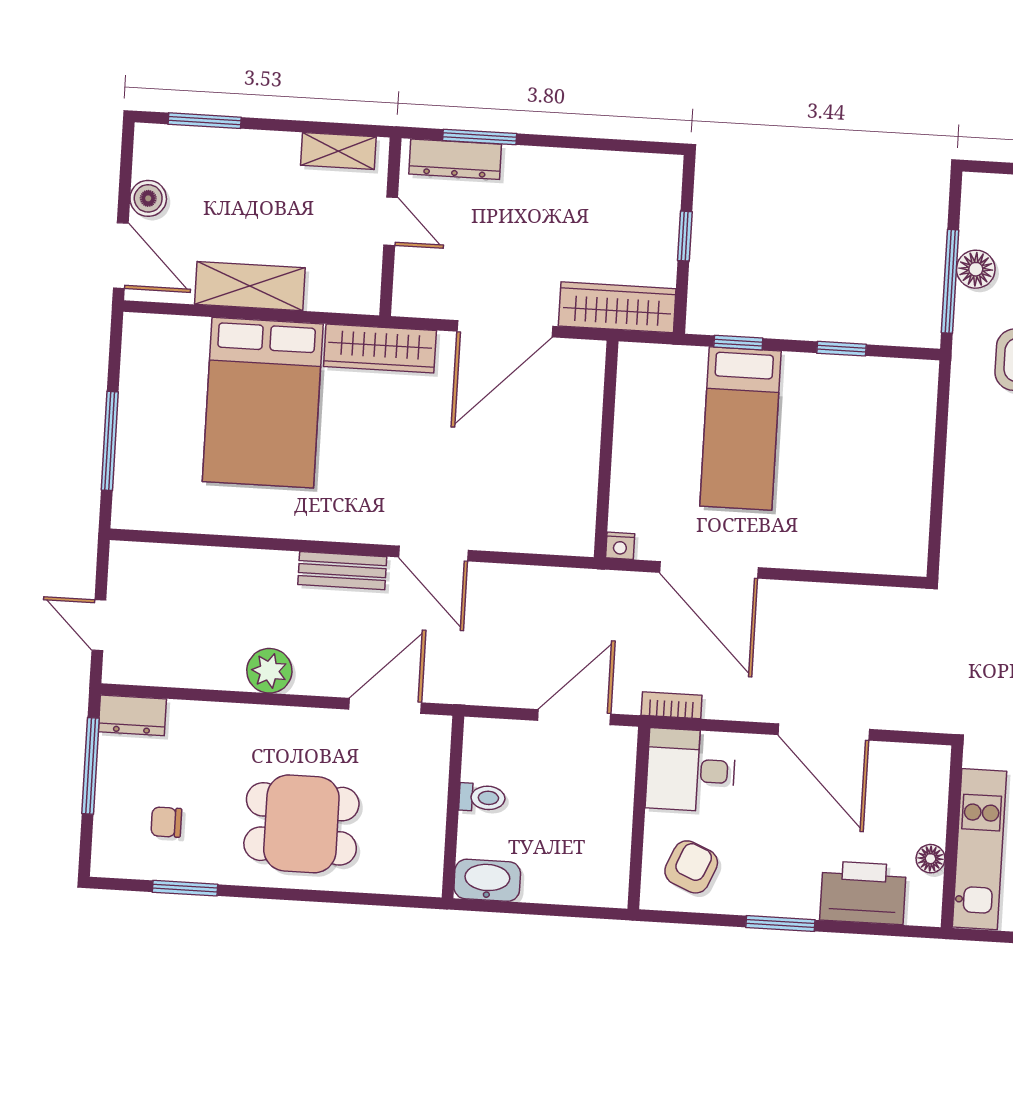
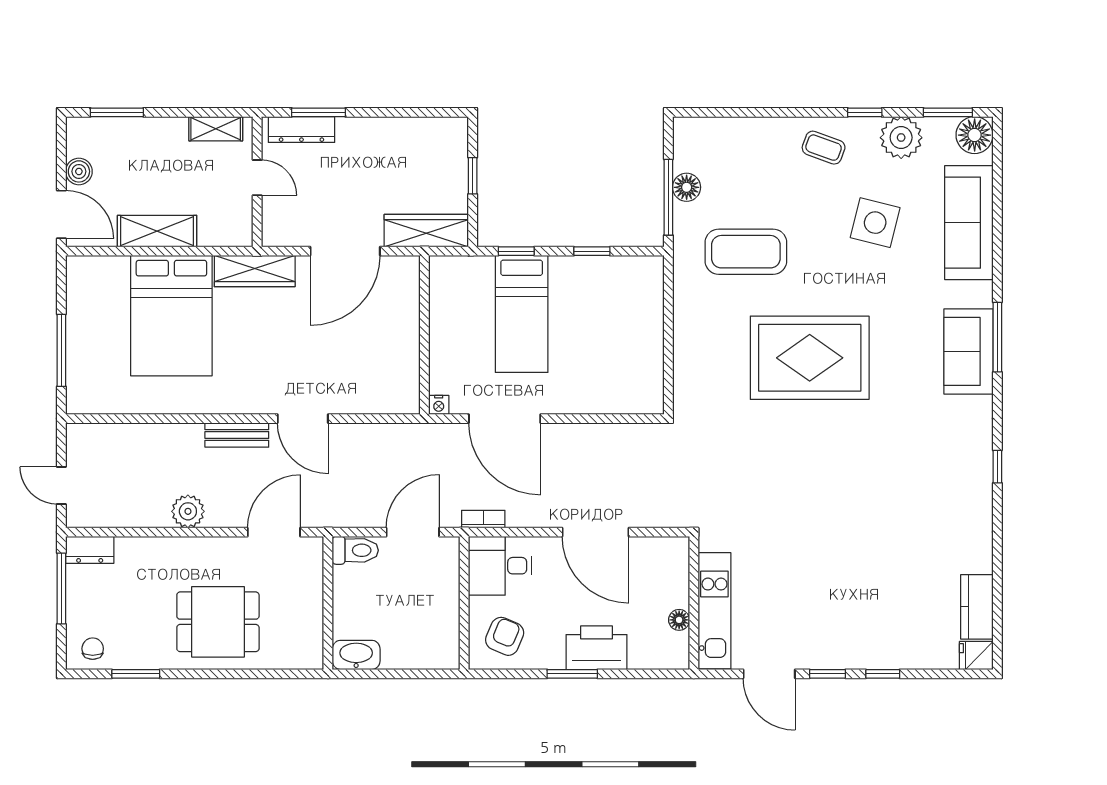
toilet: (482, 798) -> (355, 550), moved, width x1.37, depth x1.39
chair: (166, 822) -> (93, 649), moved, turned 90
printer: (863, 893) -> (596, 648), moved

